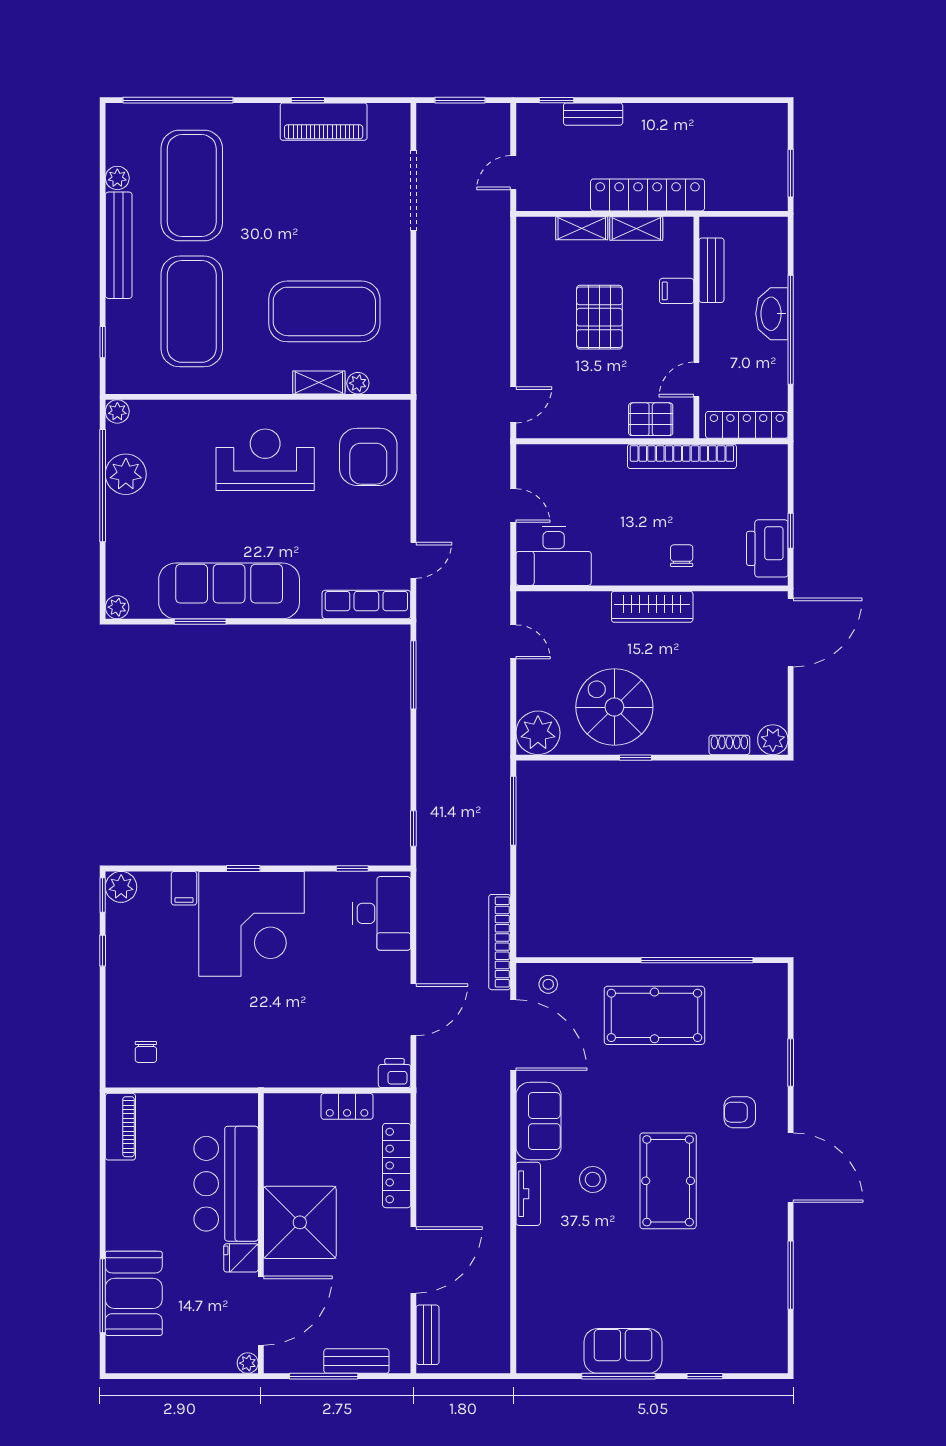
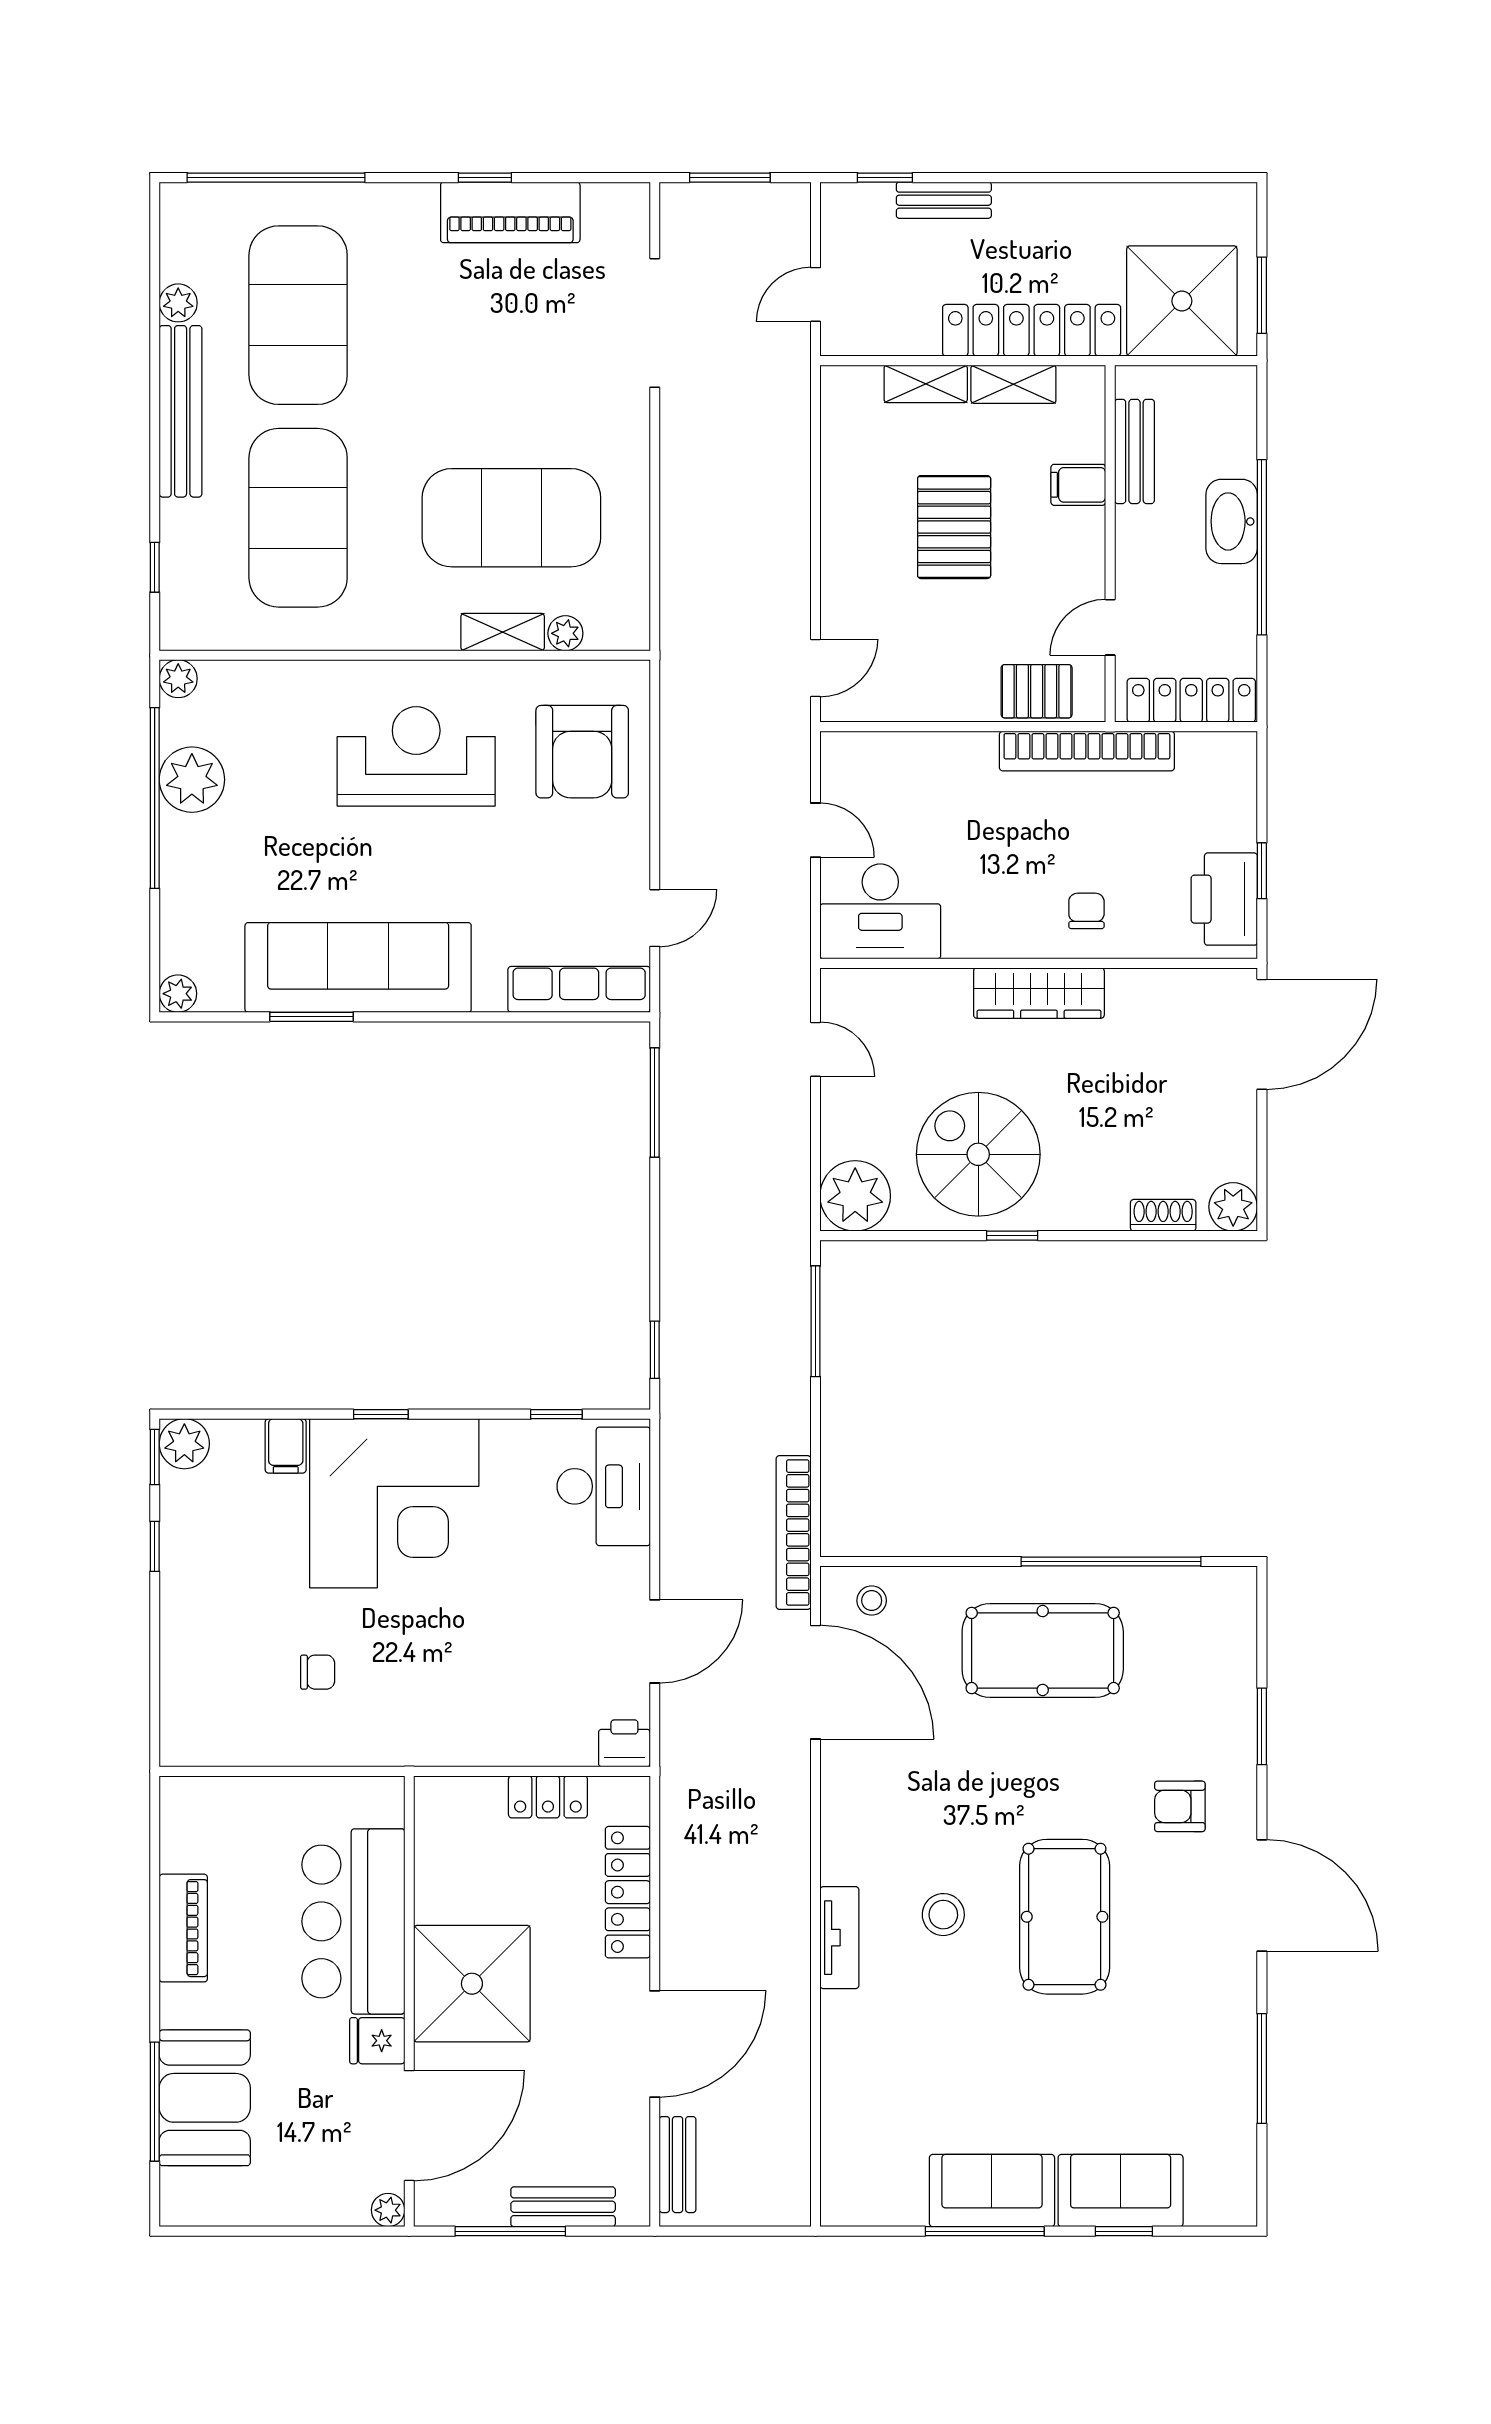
shower: (741, 177) -> (1182, 301), added
chair: (146, 1052) -> (318, 1672), moved, turned -90
sofa: (538, 1121) -> (1121, 2191), moved, turned -90
piano: (120, 1127) -> (183, 1928), moved

